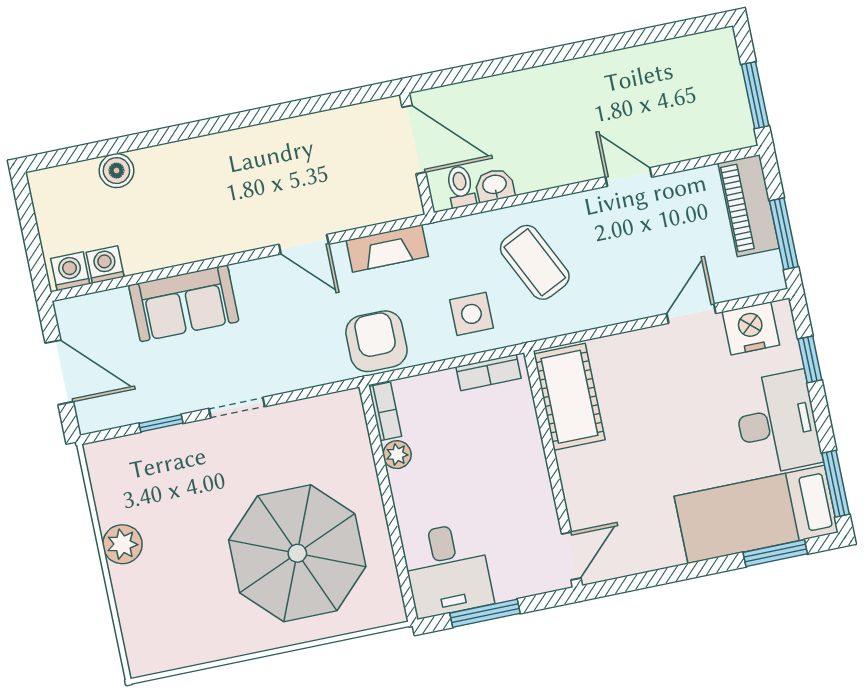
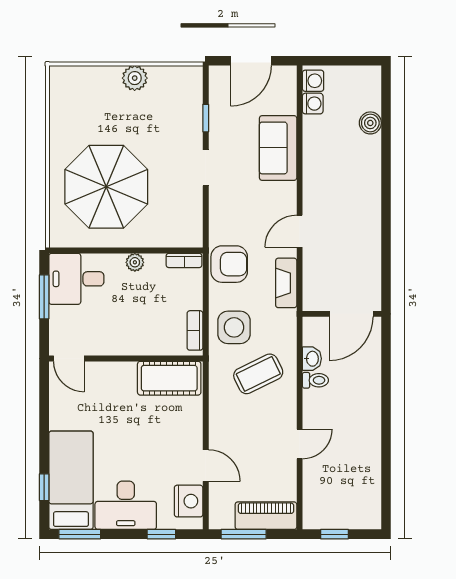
window: (755, 95) -> (335, 534), width x0.67
toilet: (461, 187) -> (315, 380), moved
side table: (471, 314) -> (234, 327), width x1.37, depth x1.37
plant: (397, 455) -> (135, 262), moved
window: (775, 553) -> (44, 487), width x0.67

